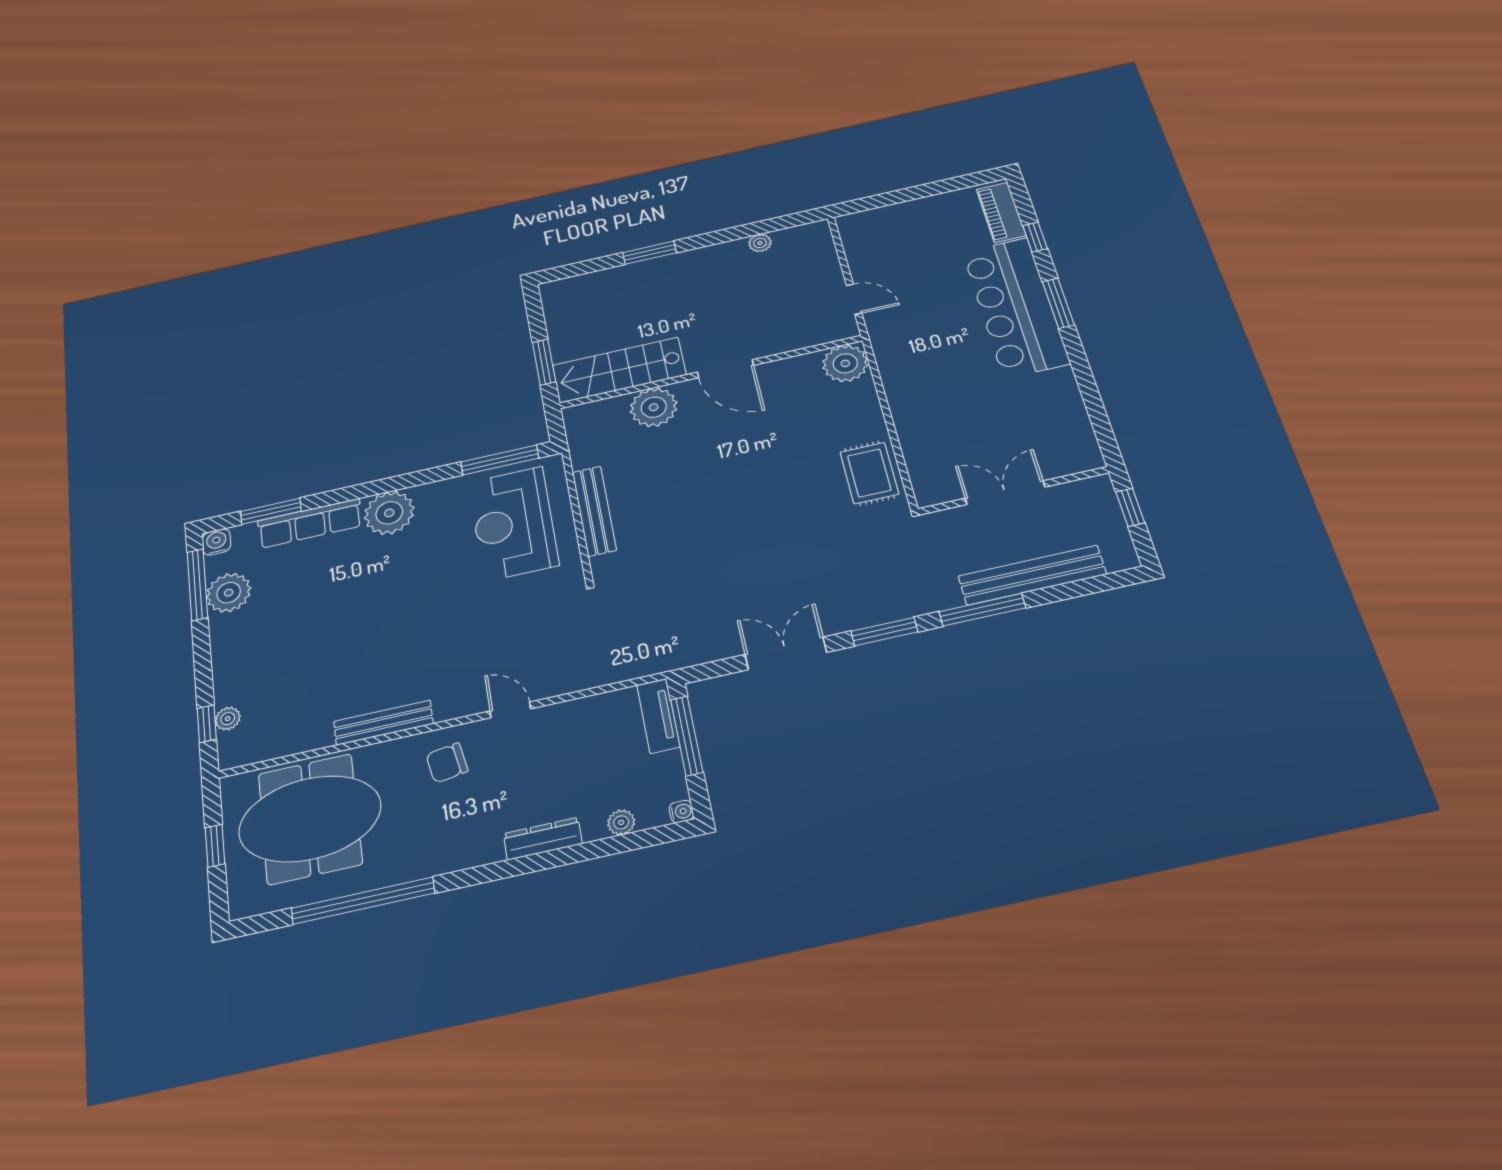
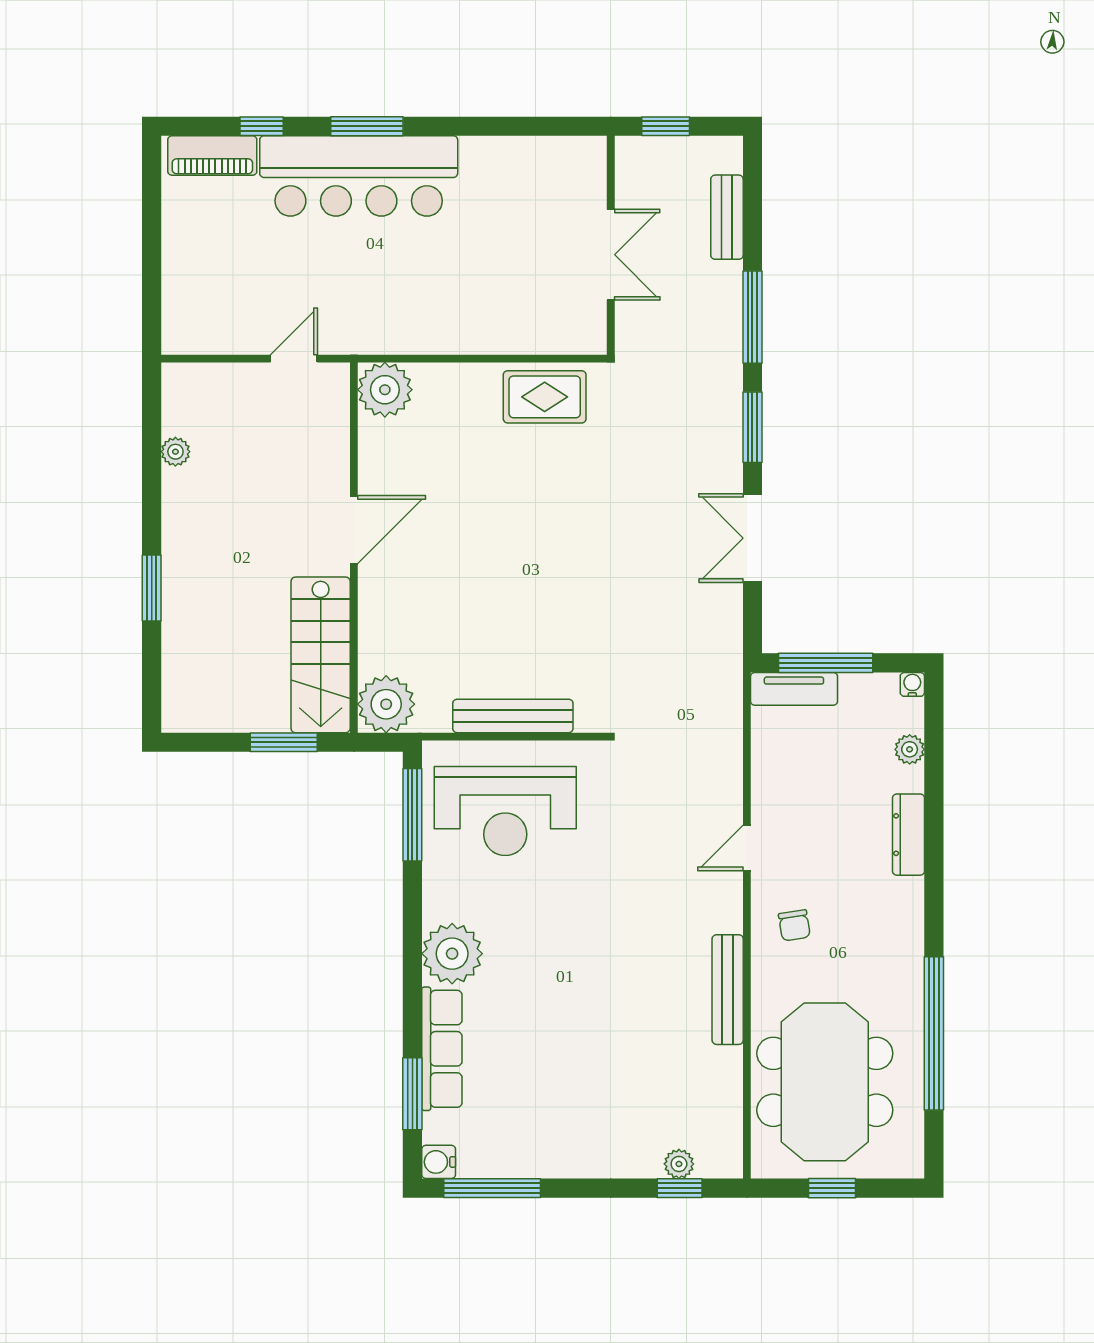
plant: (654, 407) -> (386, 704), moved
double door: (1005, 493) -> (611, 255), swing flipped
bench: (1032, 575) -> (727, 217), width x0.54, depth x0.82
plant: (229, 593) -> (513, 1152), removed
chair: (447, 763) -> (794, 925), width x0.73, depth x0.73

